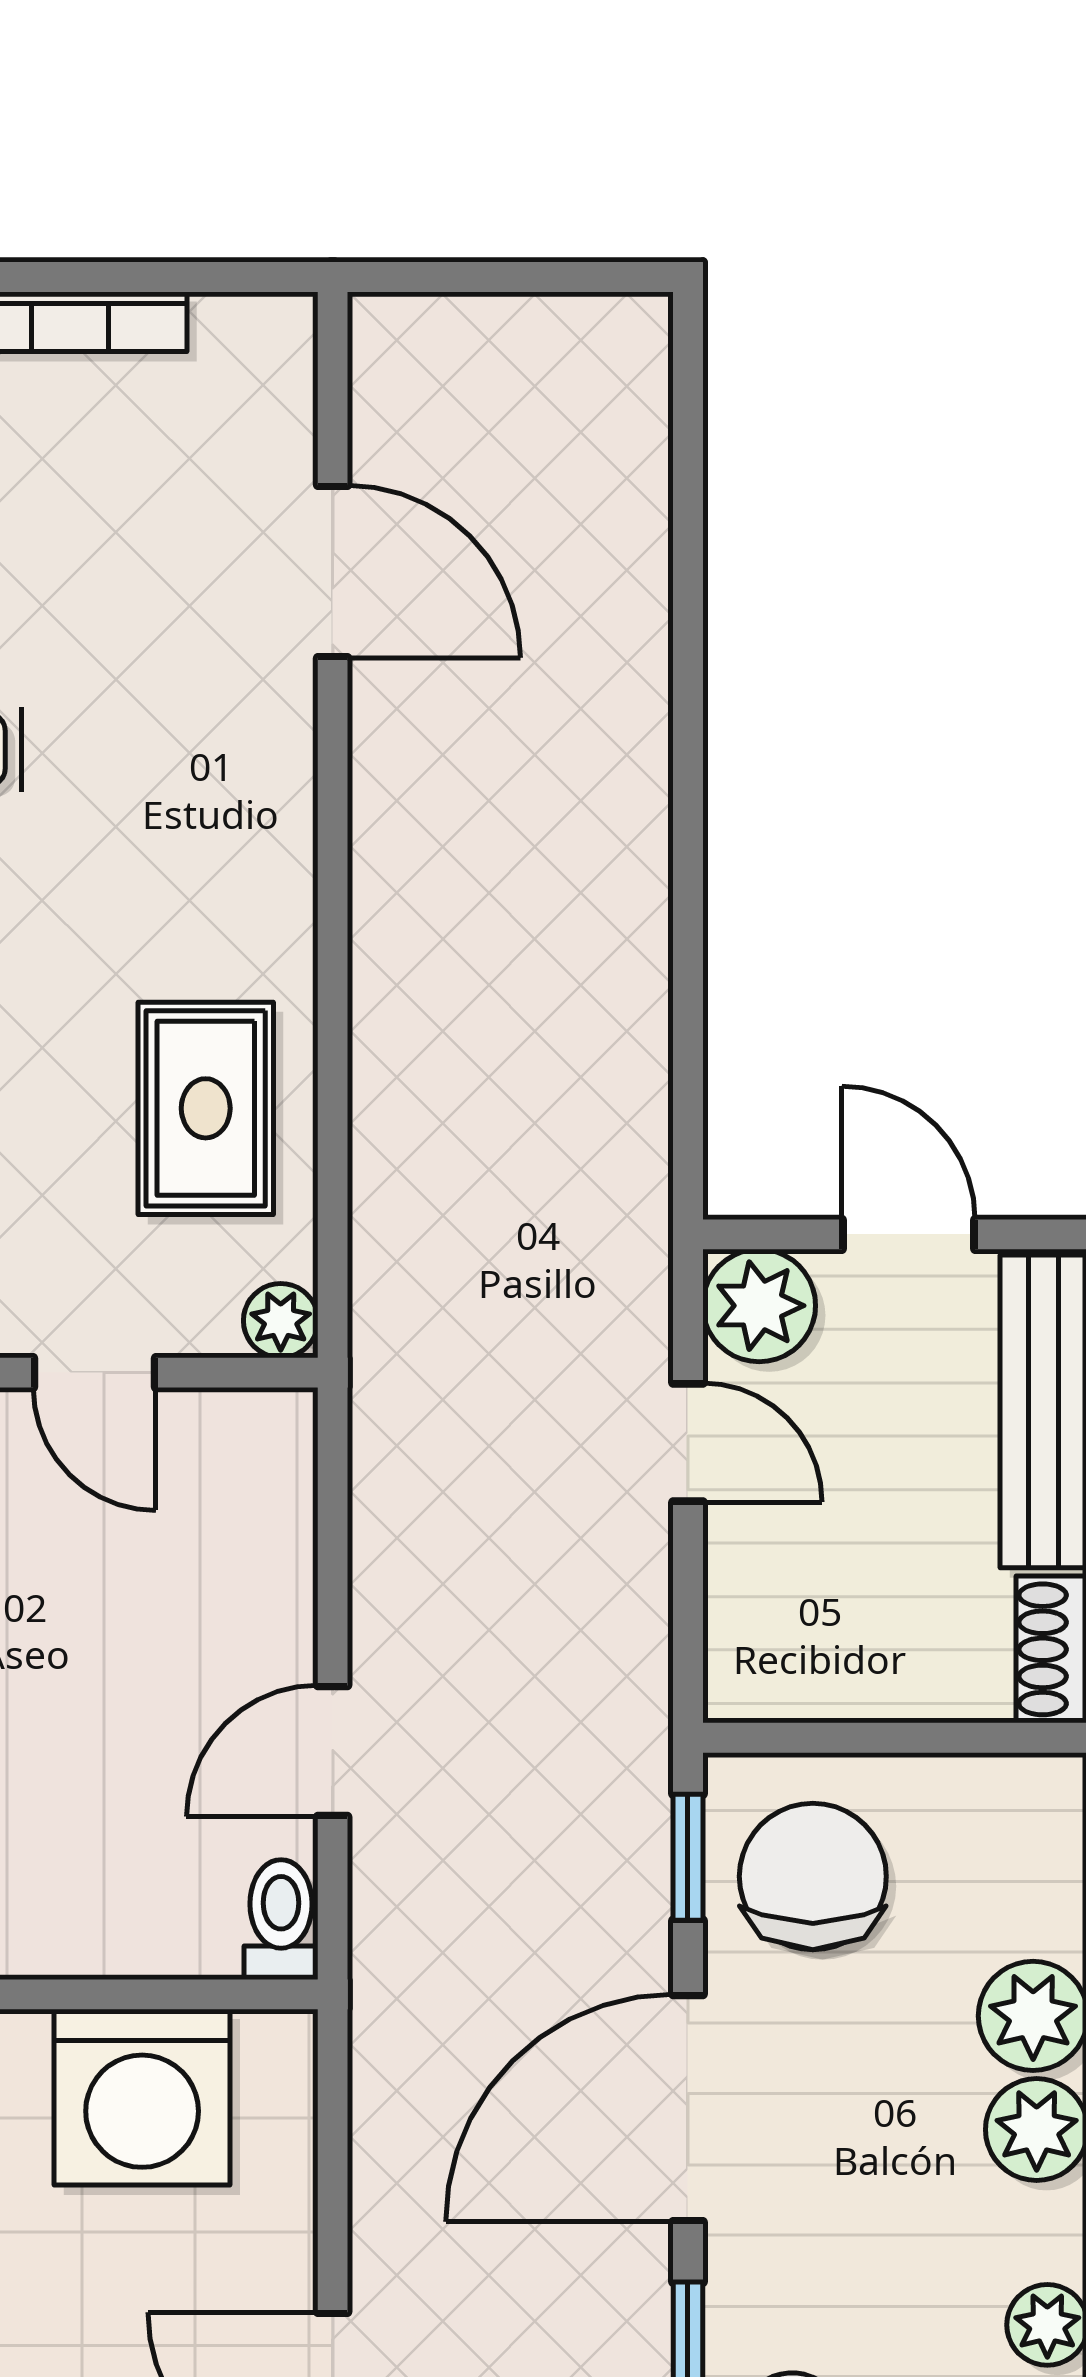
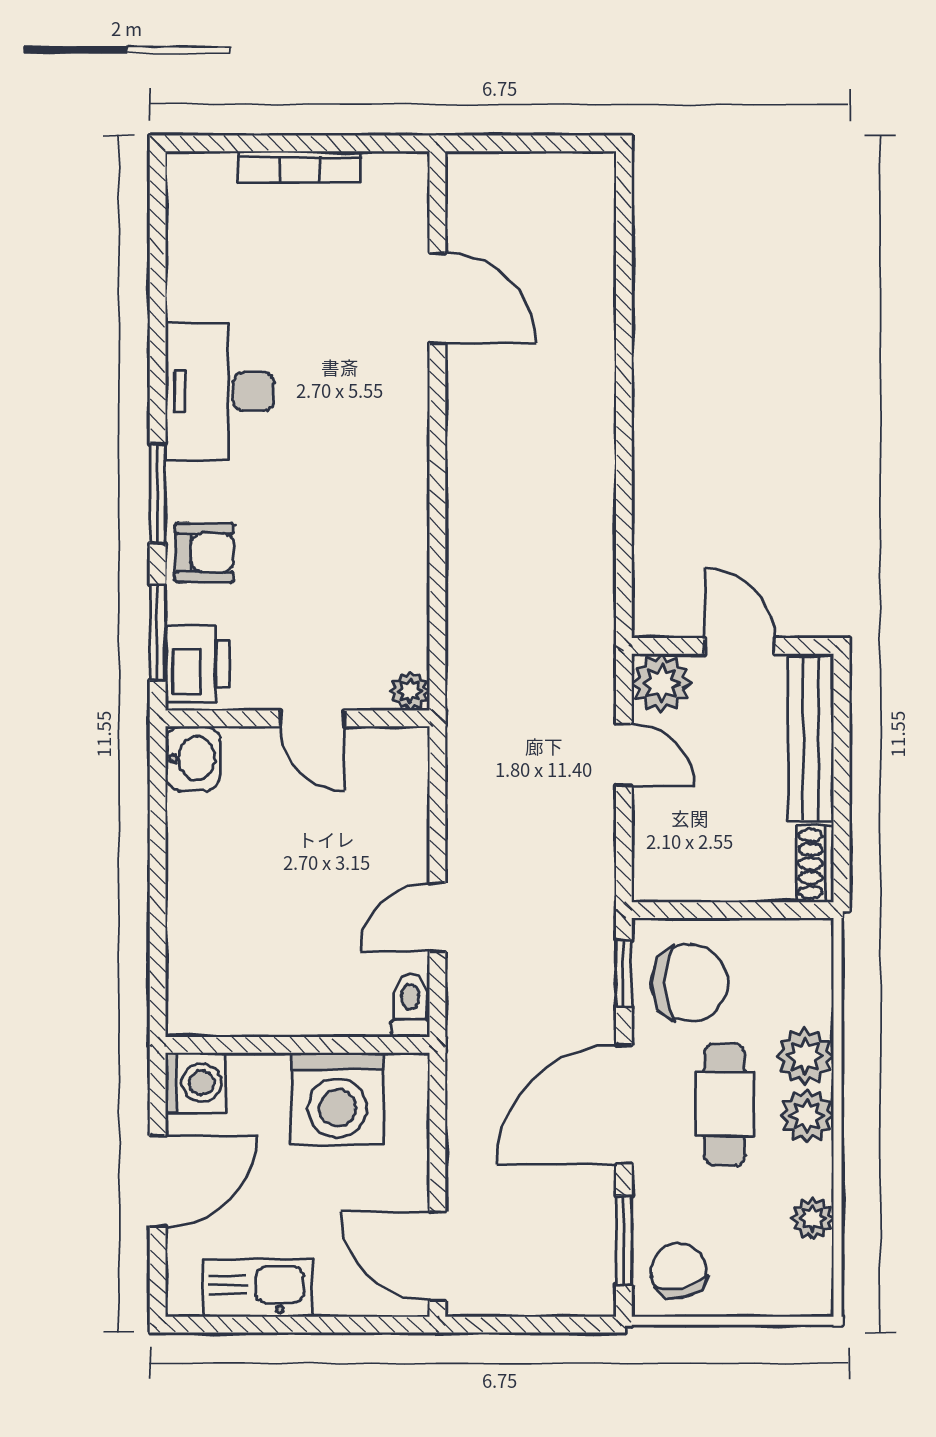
rug: (206, 1108) -> (371, 580), removed
chair: (813, 1876) -> (689, 983), turned 90
cafe table: (880, 2108) -> (725, 1104), added

